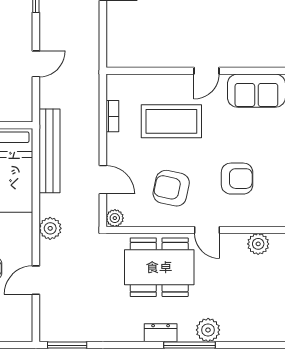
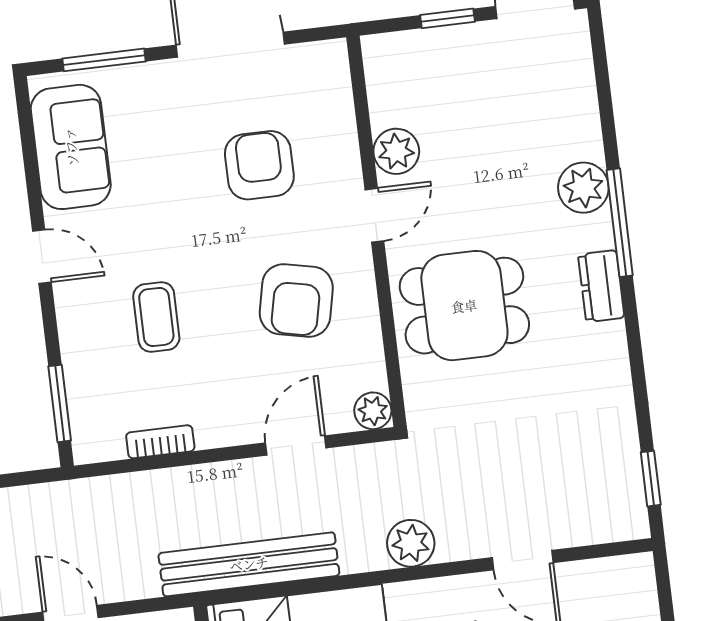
window: (136, 71) -> (60, 403), added
coffee table: (171, 121) -> (156, 317), width x0.54, depth x0.58
plant: (258, 244) -> (396, 151), moved
dining table: (159, 267) -> (464, 306), width x0.73
window: (67, 345) -> (651, 479), width x0.67

